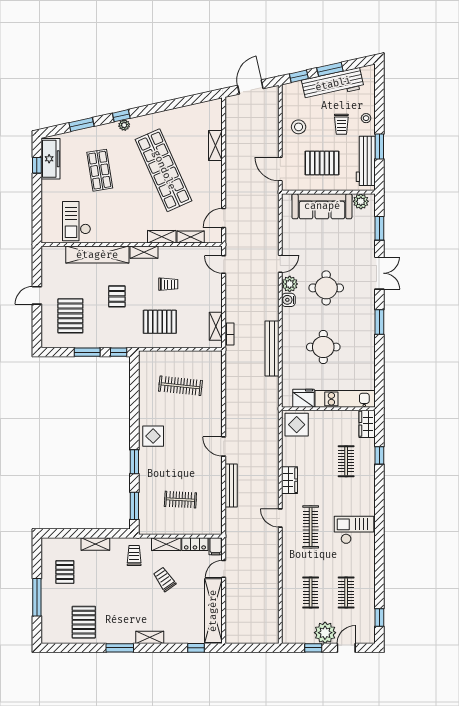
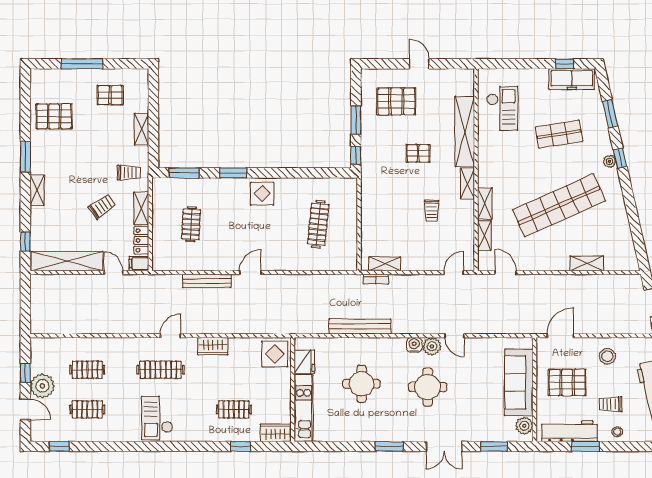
pallet: (322, 163) -> (567, 382), turned 90
checkout: (77, 221) -> (502, 108), turned 90
pallet: (160, 322) -> (390, 201), removed
checkout: (354, 530) -> (157, 418), turned 180

